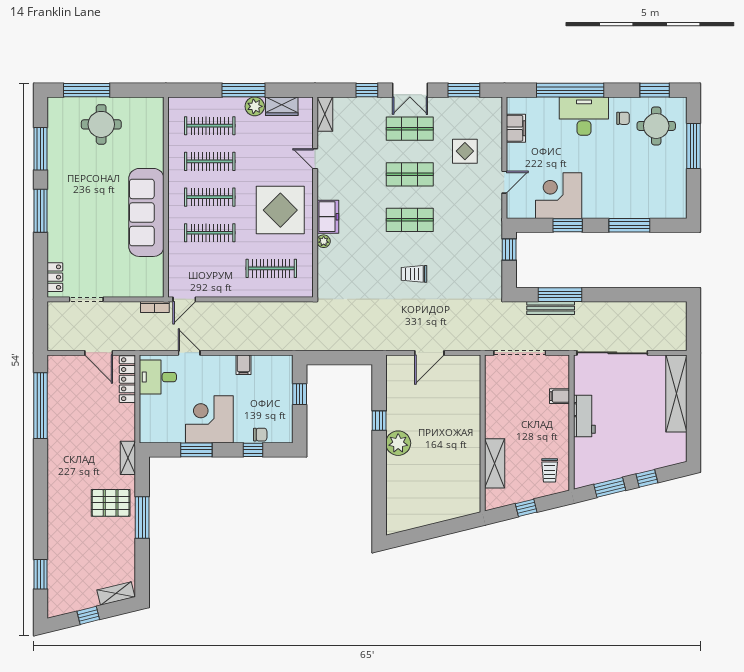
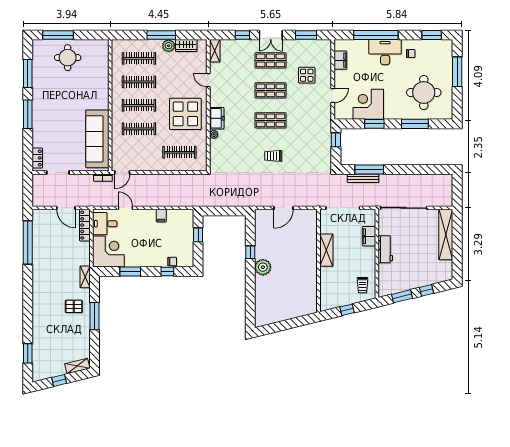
round table: (656, 126) -> (424, 92), moved, width x1.36, depth x1.36
sofa: (146, 212) -> (97, 139), moved
filing cabinet: (560, 396) -> (369, 236), width x2.00
corner desk: (209, 419) -> (108, 251), moved, turned 90
shelving: (495, 463) -> (326, 250), moved
pallet: (111, 503) -> (74, 306), width x0.67, depth x0.71

